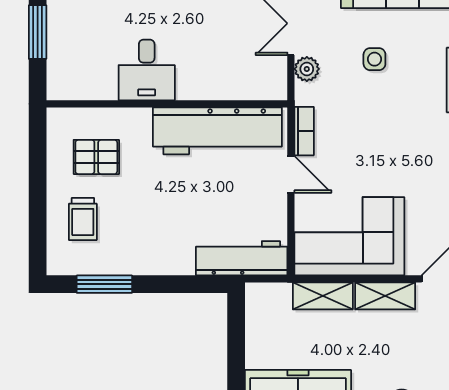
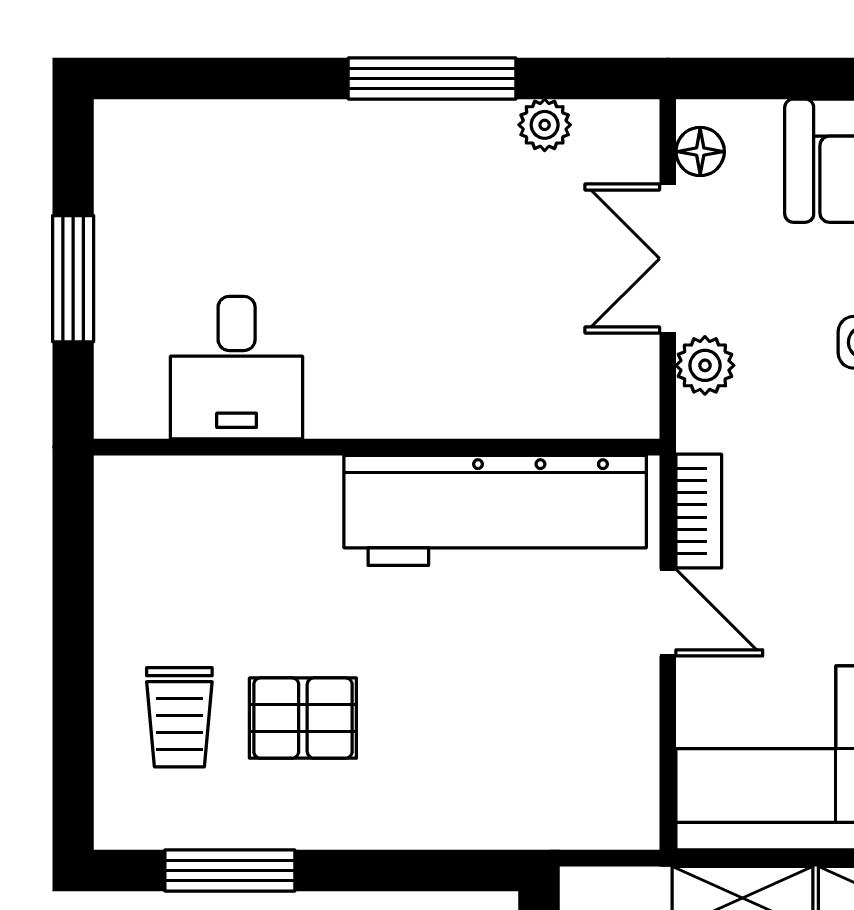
desk: (147, 70) -> (237, 368), moved
pallet: (96, 157) -> (303, 718), moved
workbench: (242, 258) -> (552, 810), removed

